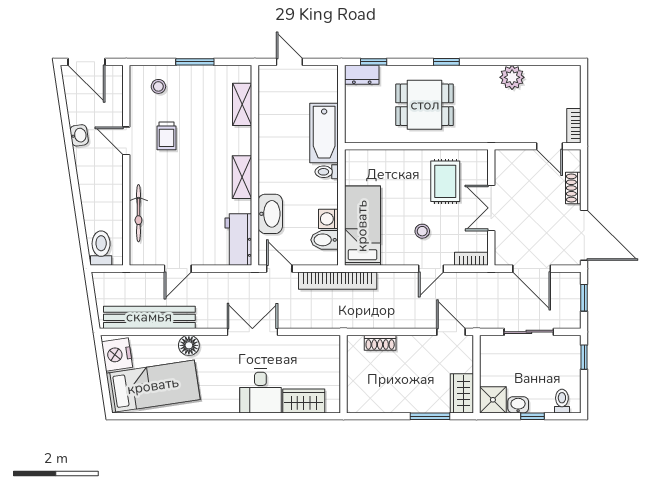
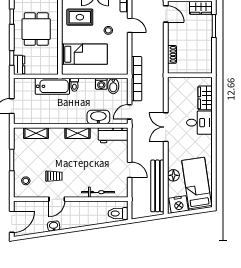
bed: (362, 226) -> (84, 54), moved, turned 180
door: (451, 332) -> (166, 14), swing flipped
floor lamp: (189, 345) -> (173, 175), moved

